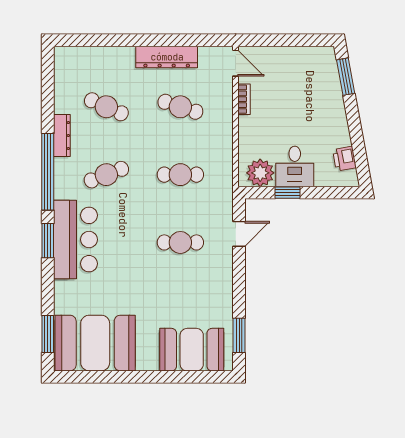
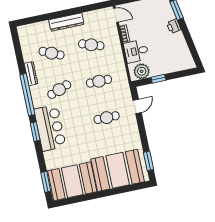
dresser: (167, 57) -> (66, 22), moved
printer: (344, 159) -> (174, 26), moved
desk: (295, 166) -> (136, 51), moved, turned 90
booth: (192, 350) -> (118, 170), width x1.36, depth x1.42

